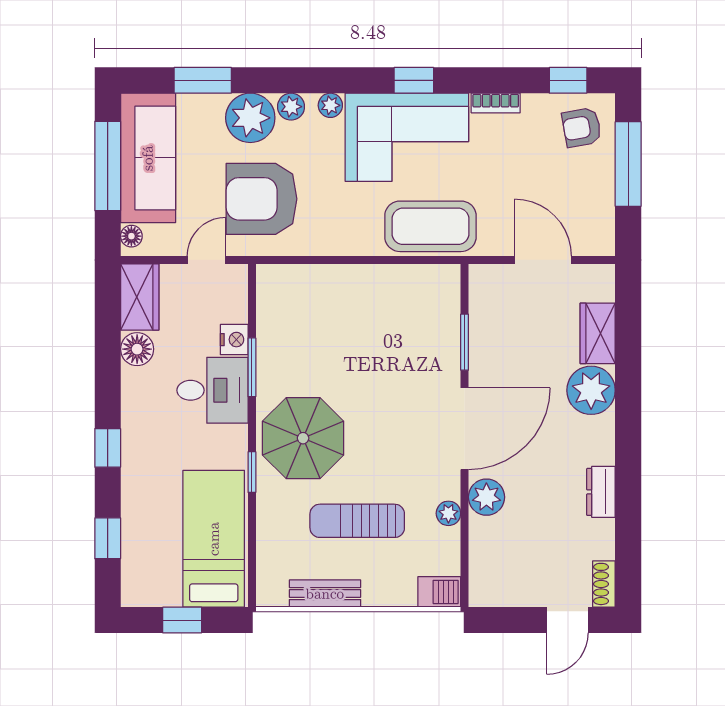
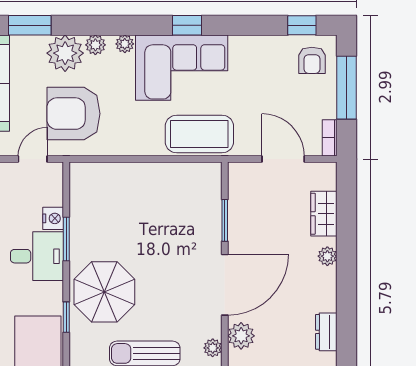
bookcase: (496, 103) -> (330, 138), moved, turned 90
armchair: (582, 127) -> (312, 60), turned -80
plant: (591, 390) -> (327, 256), width x0.53, depth x0.53

